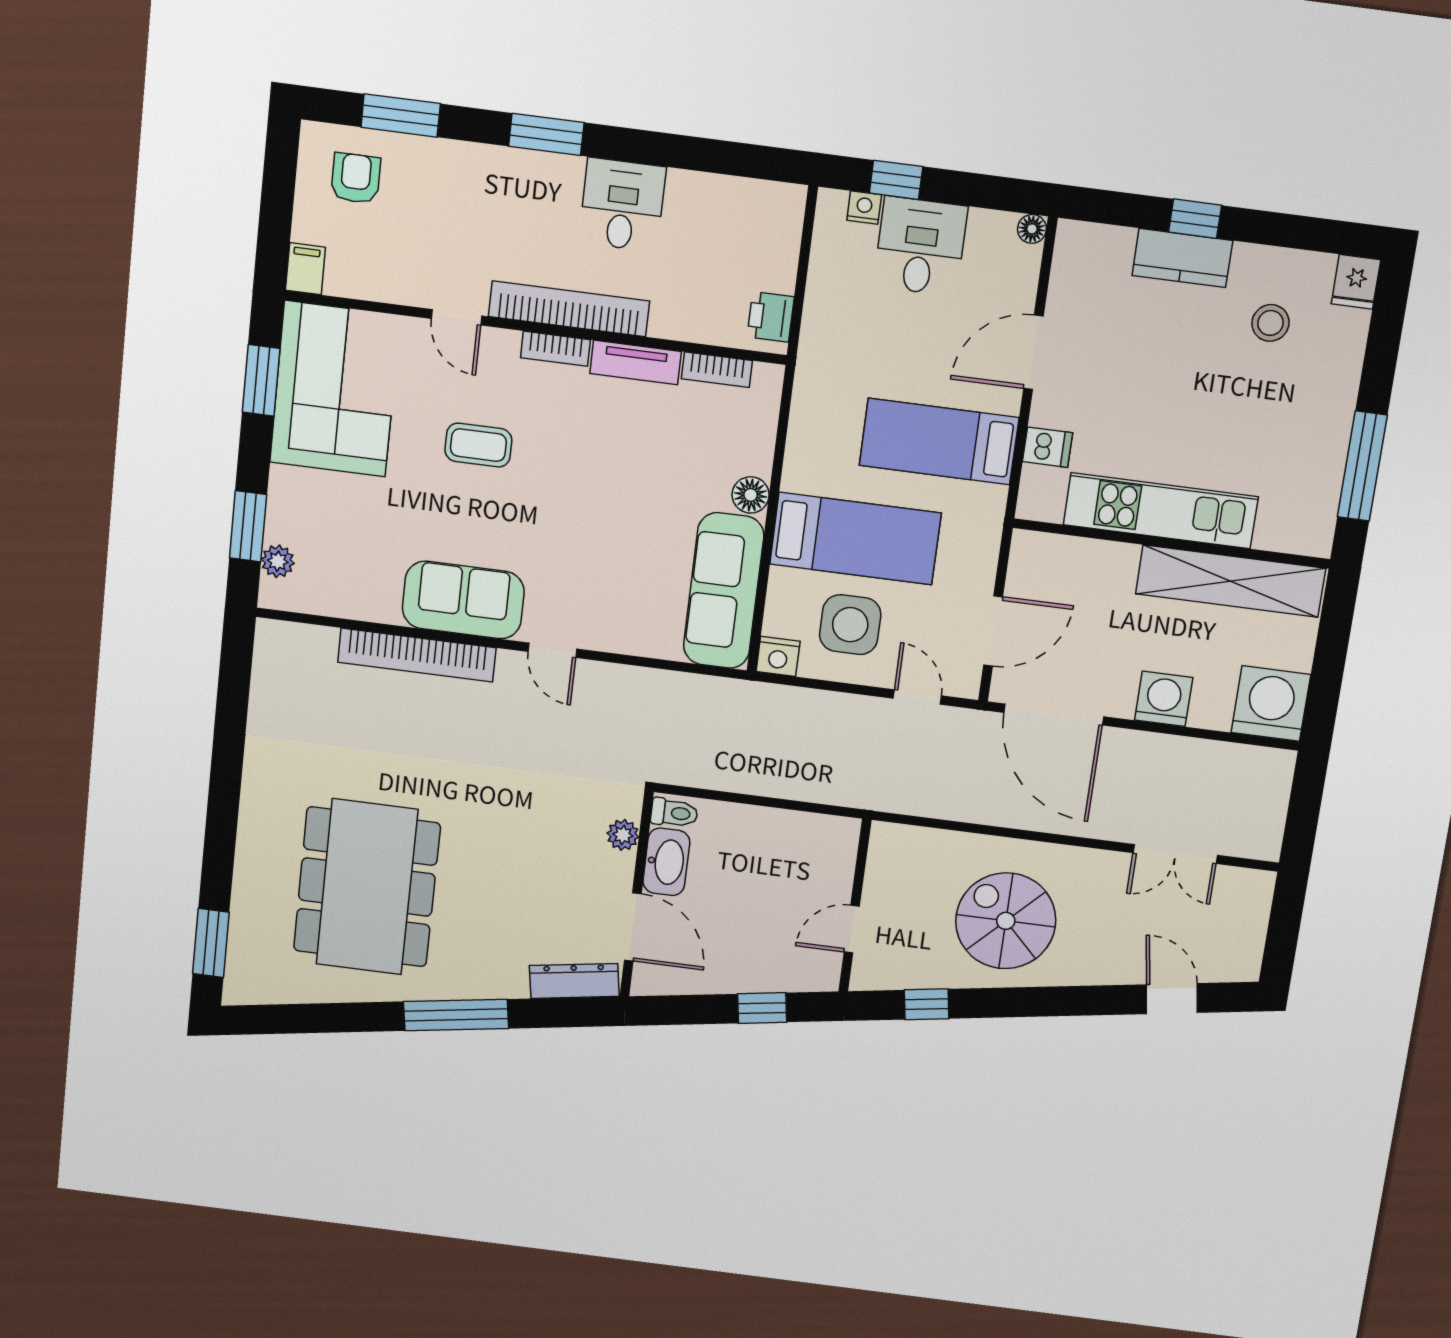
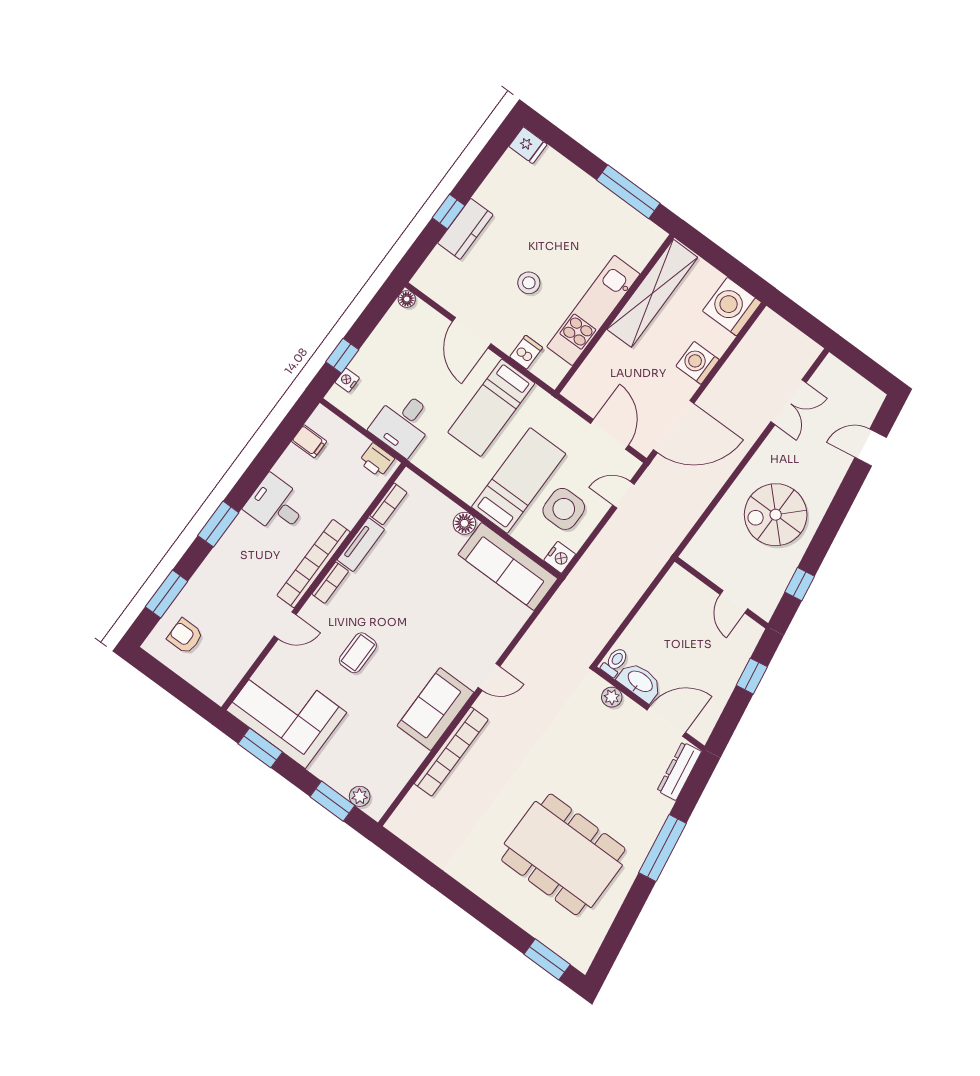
desk: (920, 246) -> (403, 423), moved, turned -90
filing cabinet: (305, 269) -> (309, 441), moved, turned 180
stool: (1270, 323) -> (529, 283), moved

